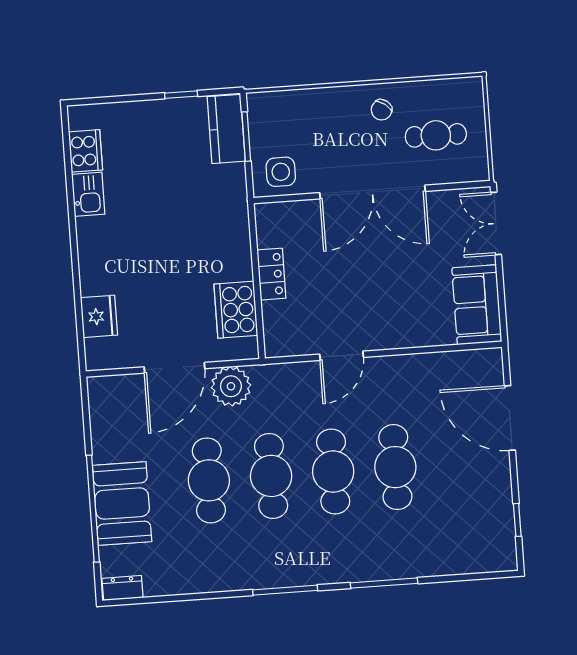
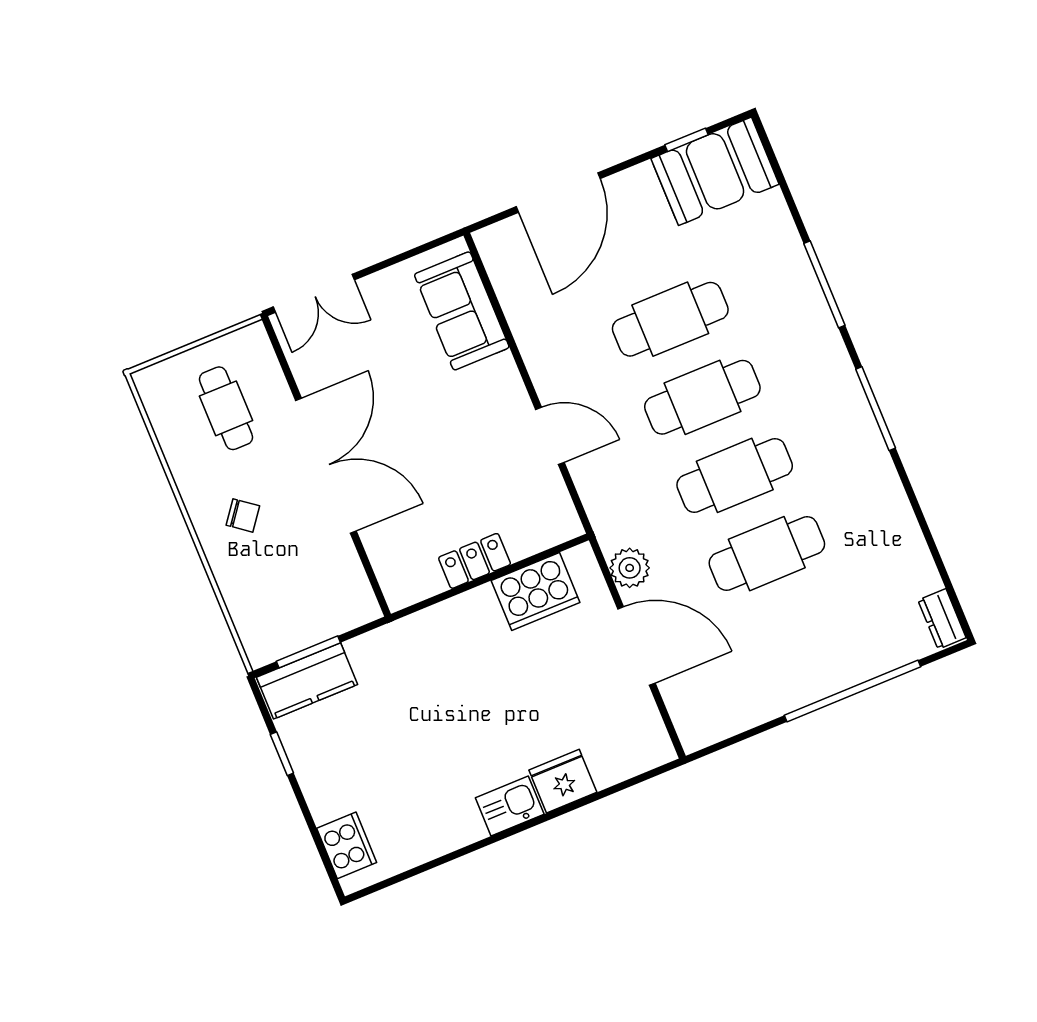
chair: (382, 110) -> (243, 515), moved
cooker: (86, 151) -> (347, 845), moved, turned 90
side table: (281, 172) -> (339, 592), removed
kitchen sink: (88, 194) -> (510, 806), moved
sofa: (477, 305) -> (462, 311), moved, turned 90
fridge: (99, 316) -> (563, 781), moved
plant: (231, 386) -> (630, 568), width x0.73, depth x0.73
booth: (122, 503) -> (715, 171), moved

